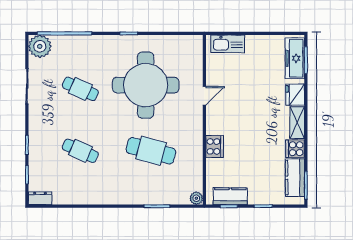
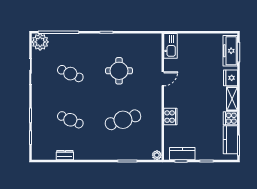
kitchen sink: (228, 44) -> (170, 46), moved, turned -90
round table: (146, 85) -> (119, 71), width x0.54, depth x0.54
cafe table: (151, 151) -> (123, 120), turned -33
dresser: (40, 198) -> (65, 155), moved

